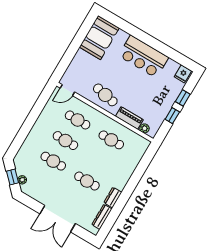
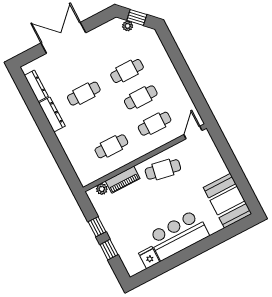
fridge: (183, 74) -> (149, 258), moved
dresser: (113, 197) -> (52, 115), width x1.44

